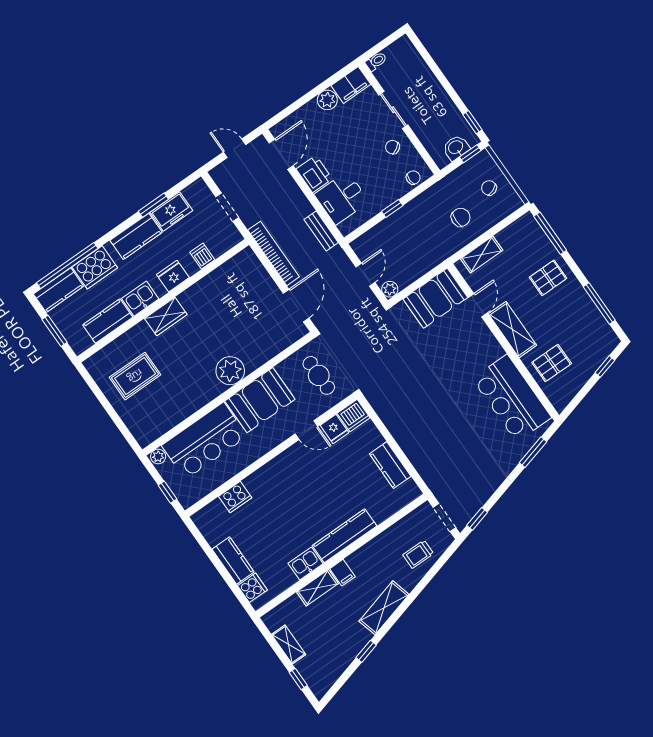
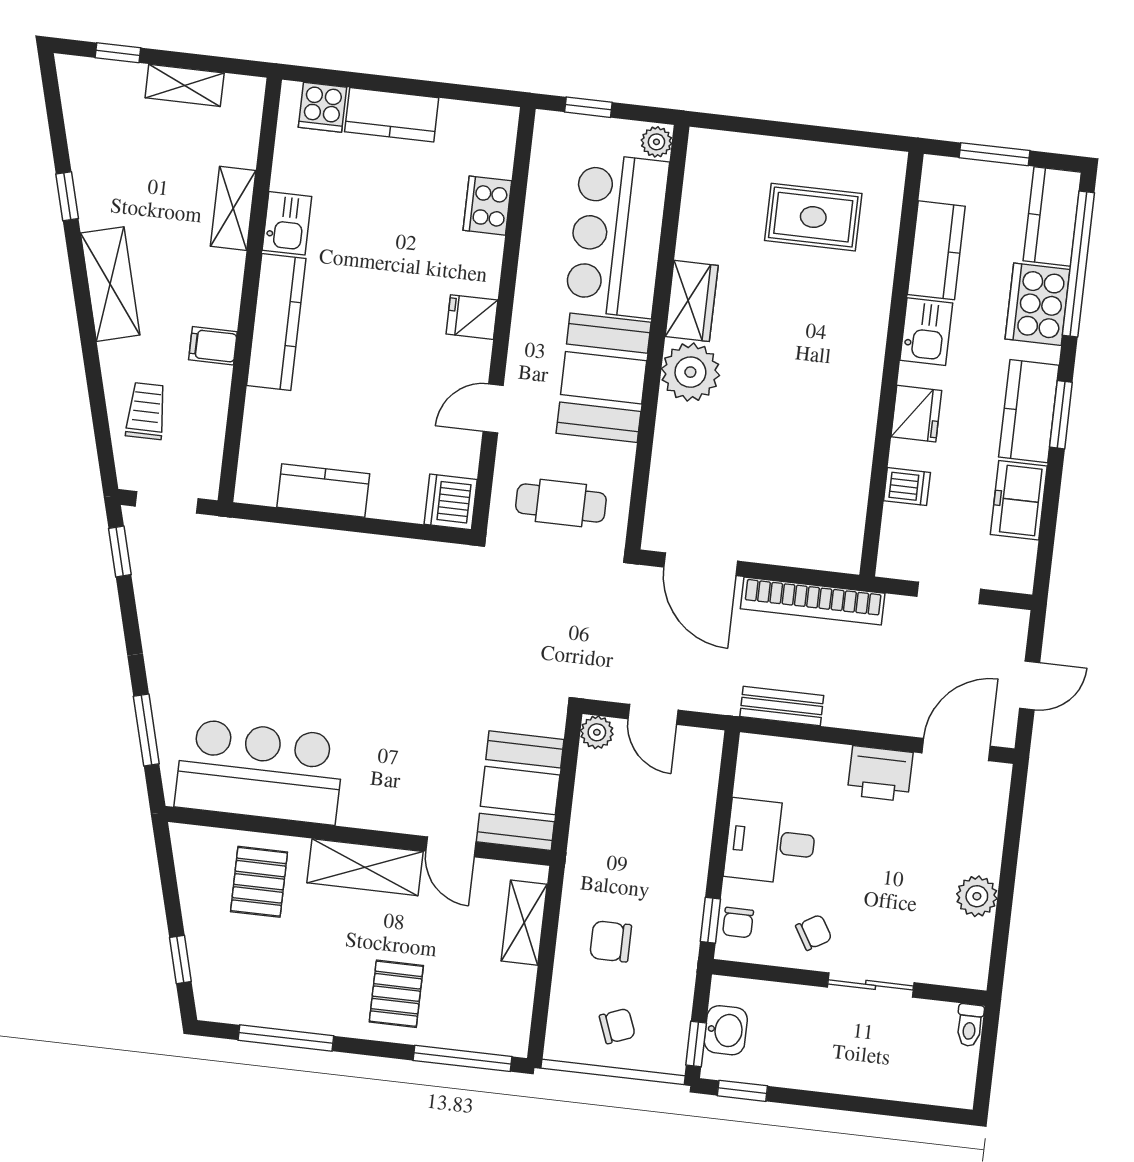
filing cabinet: (351, 85) -> (968, 954), removed
door: (281, 154) -> (956, 749), swing flipped
desk: (342, 198) -> (771, 842), moved, turned -90
window: (153, 205) -> (1061, 415), moved
window: (392, 208) -> (710, 920), moved
chair: (461, 217) -> (611, 941), turned 90
wardrobe: (166, 316) -> (692, 301), moved, turned 180
rug: (135, 376) -> (813, 217), turned 90
fridge: (334, 429) -> (472, 317), moved
filing cabinet: (342, 573) -> (213, 346), moved

